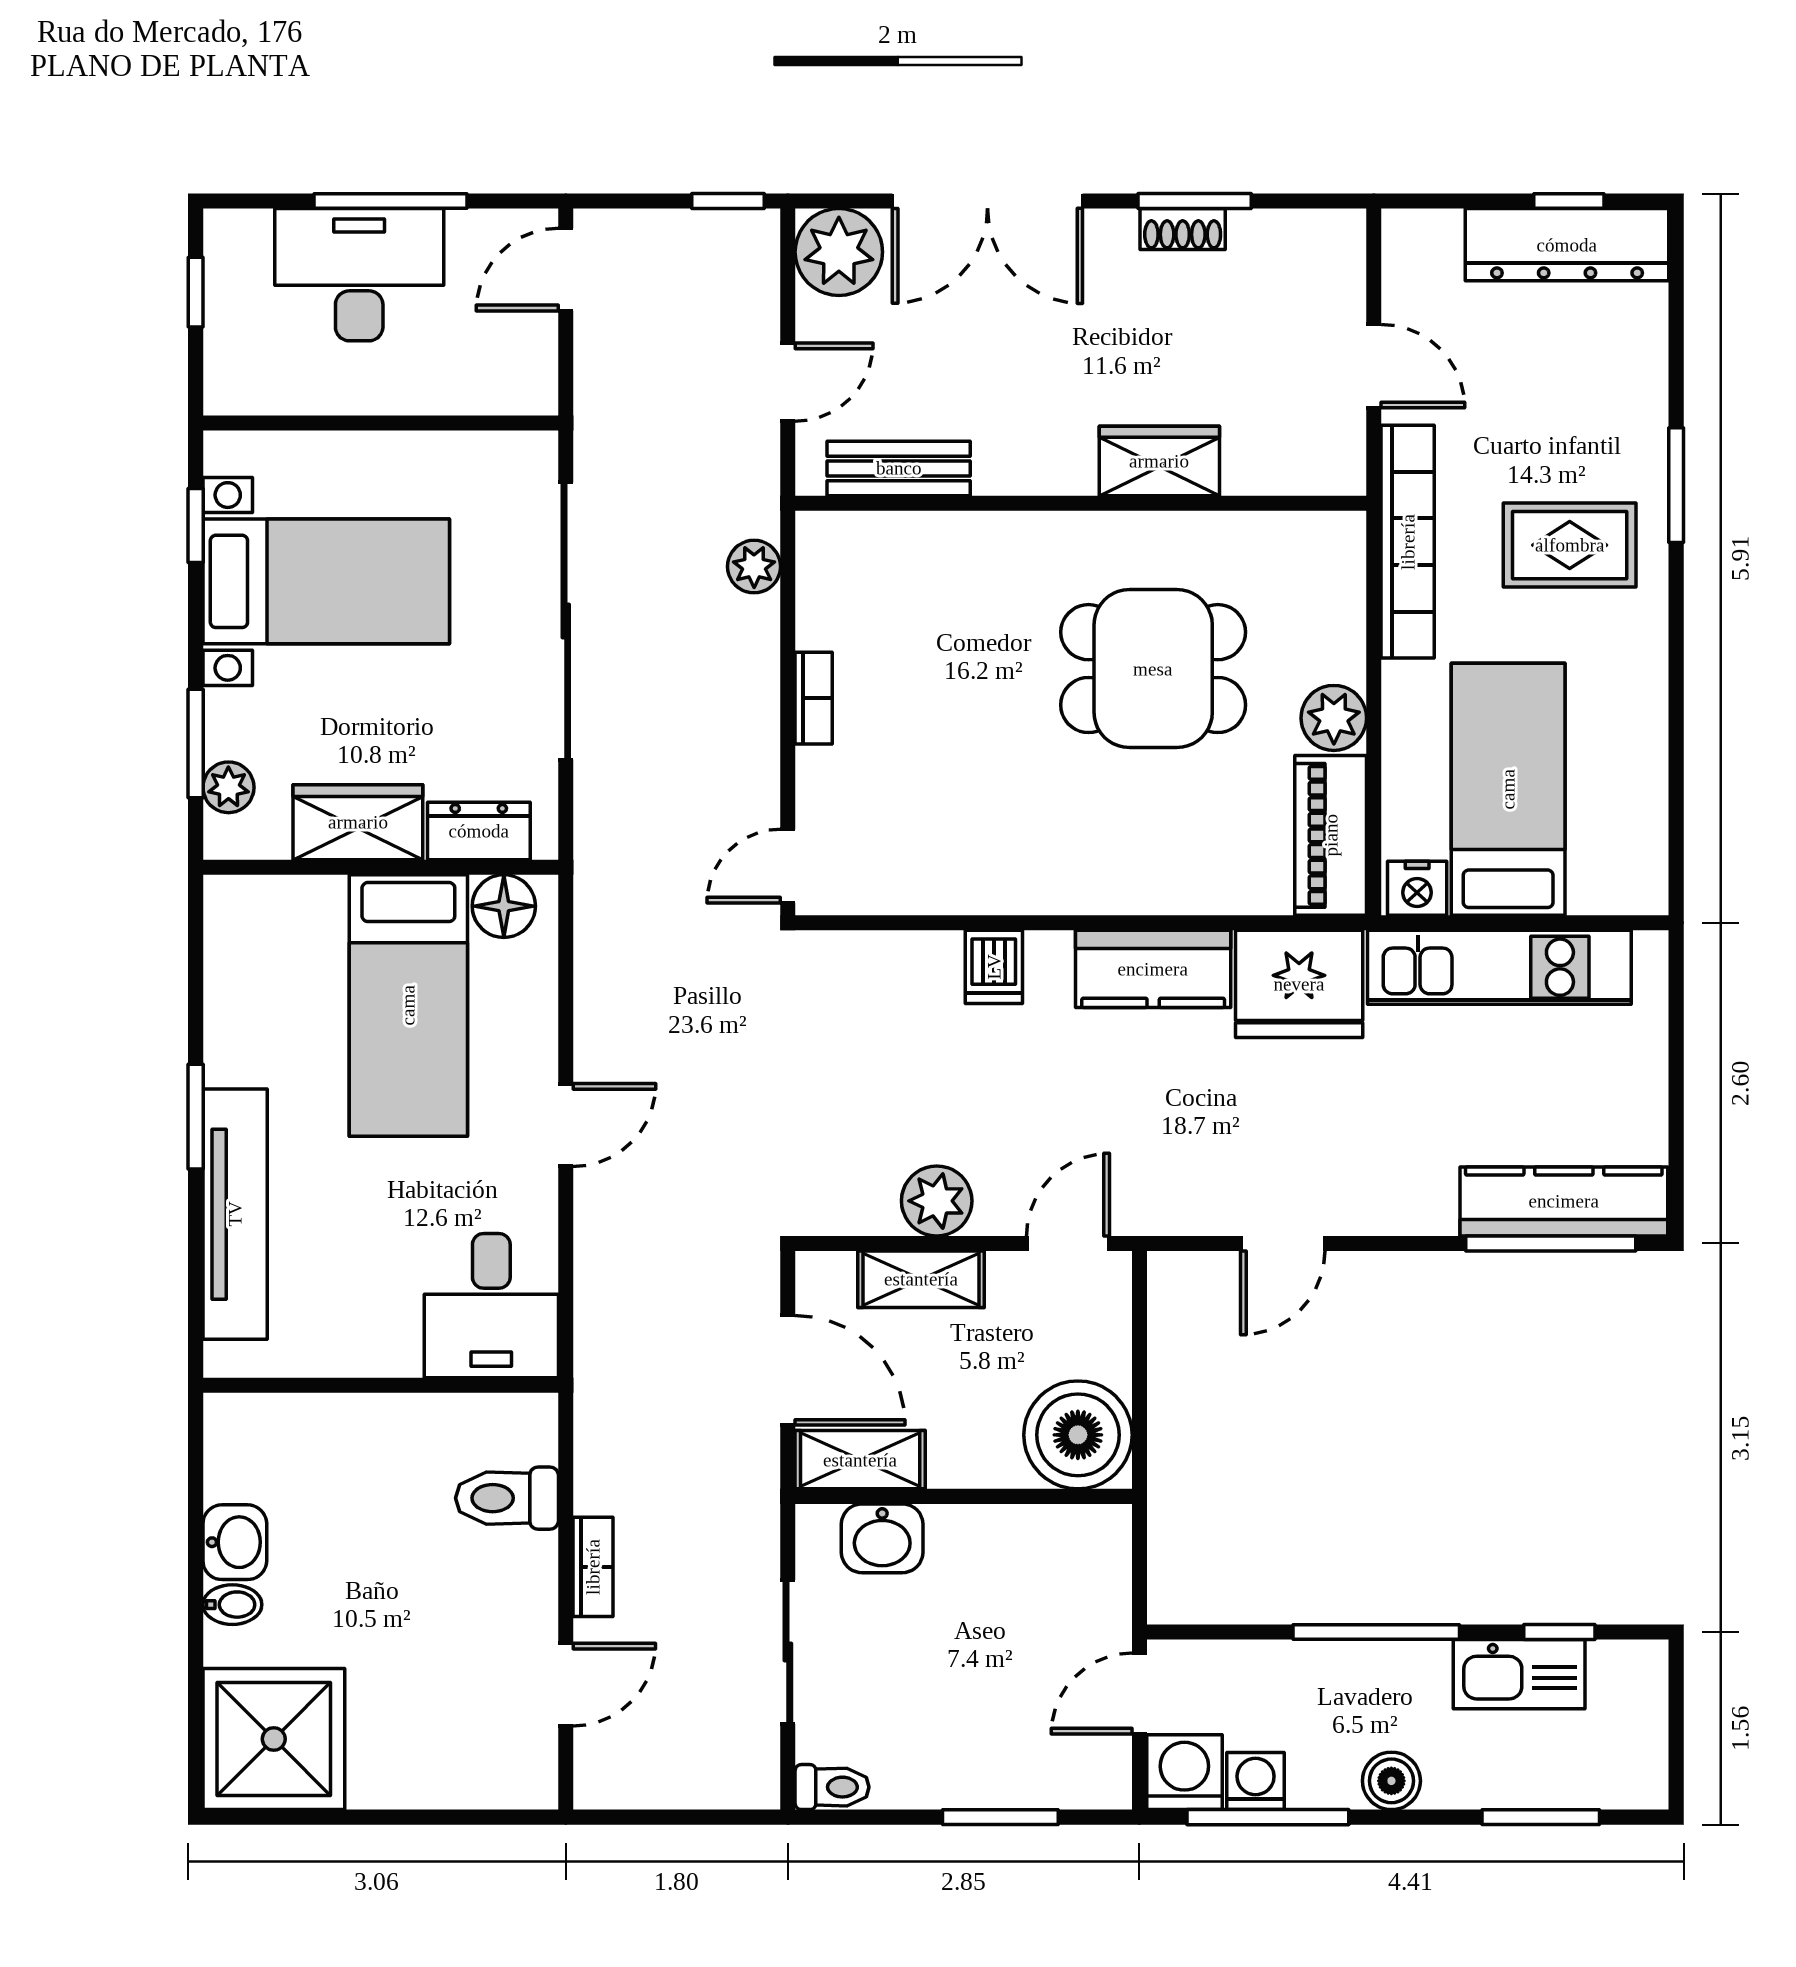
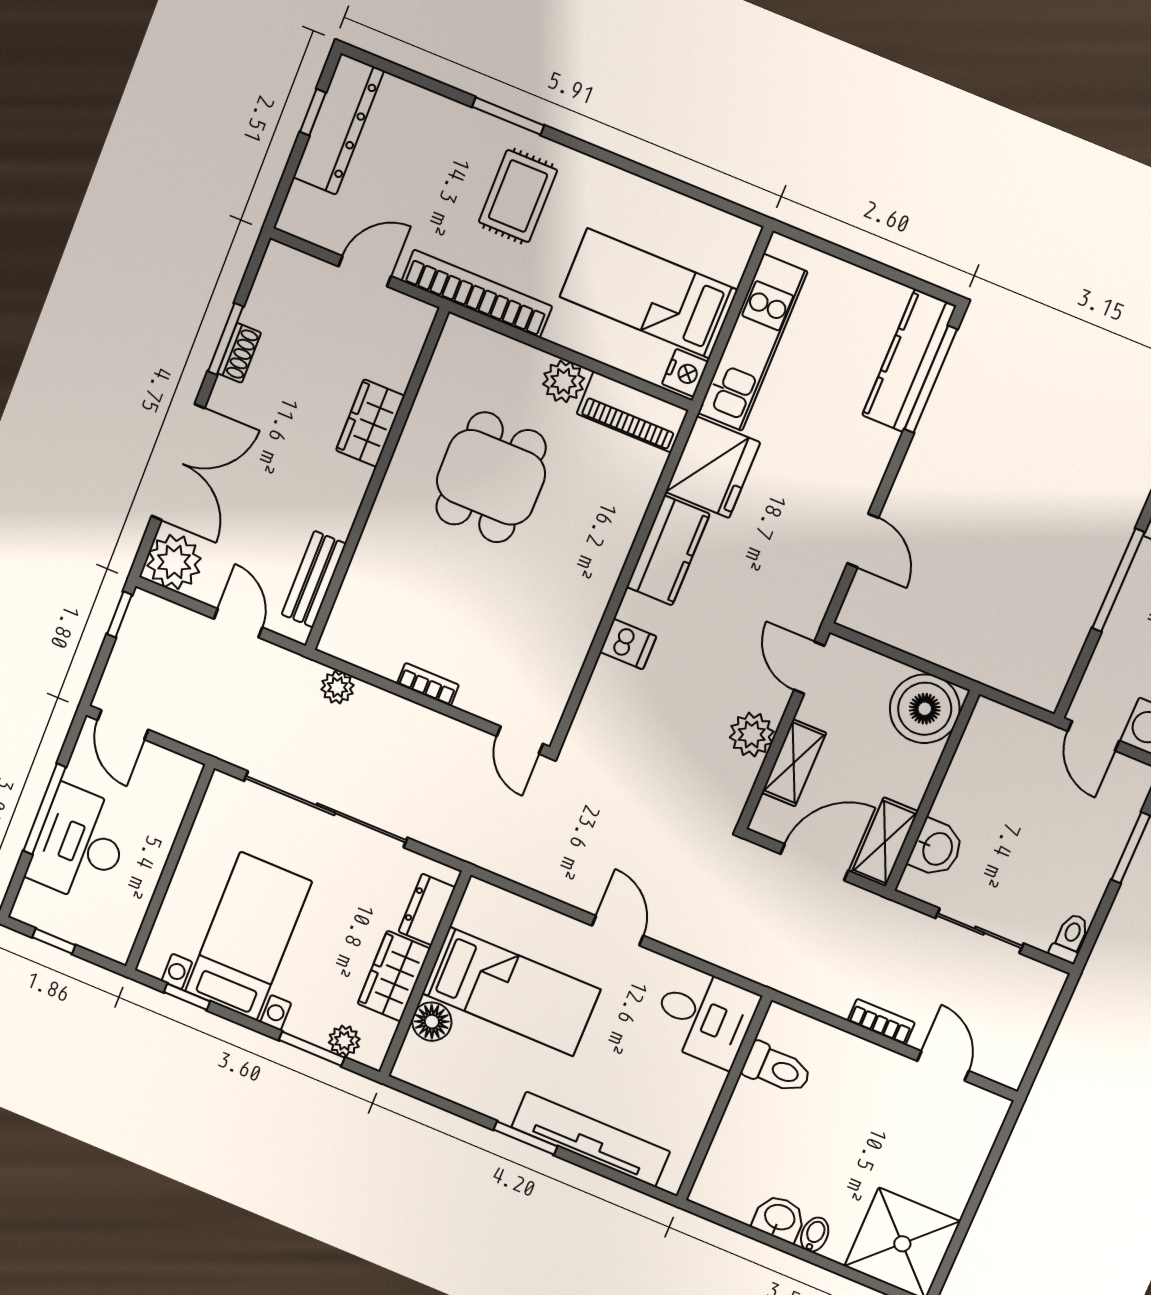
floor lamp: (504, 906) -> (432, 1022), moved
toilet: (507, 1498) -> (777, 1068), moved, turned -90

